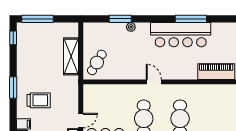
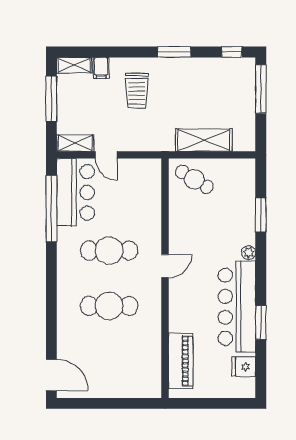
window: (191, 19) -> (261, 323), width x0.69
plant: (131, 27) -> (248, 253), moved
fridge: (220, 30) -> (244, 367), added
window: (13, 88) -> (174, 52), moved

